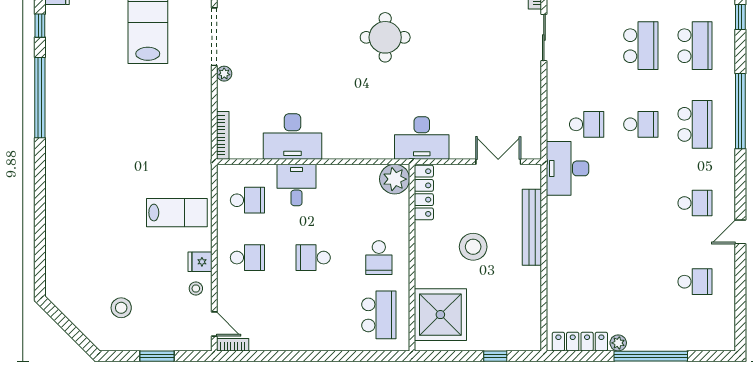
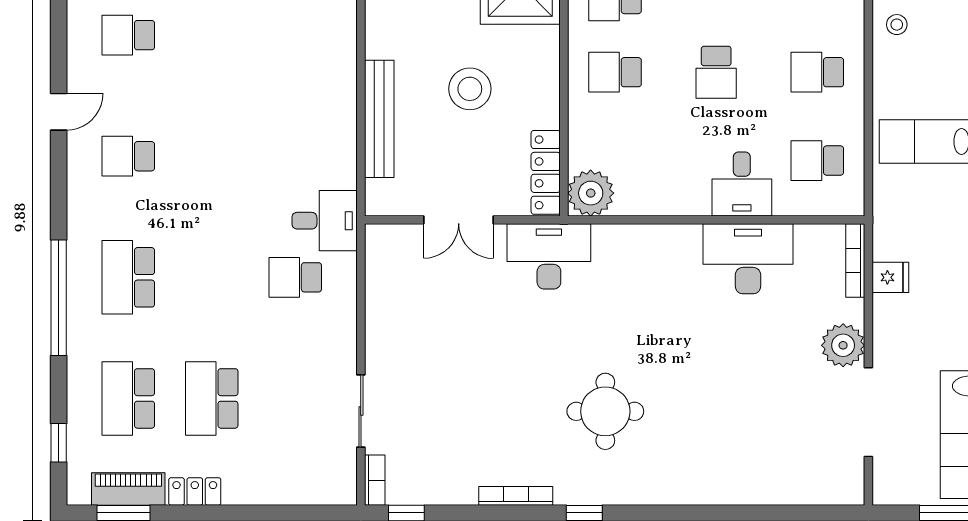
plant: (224, 74) -> (843, 345), width x1.88, depth x1.88
school desk: (641, 124) -> (212, 277), removed
double door: (498, 162) -> (459, 220), moved
desk: (567, 168) -> (325, 221), width x0.73
school desk: (313, 258) -> (716, 72), turned 90
school desk: (379, 258) -> (615, 72), turned -90
fridge: (200, 262) -> (890, 277), moved

